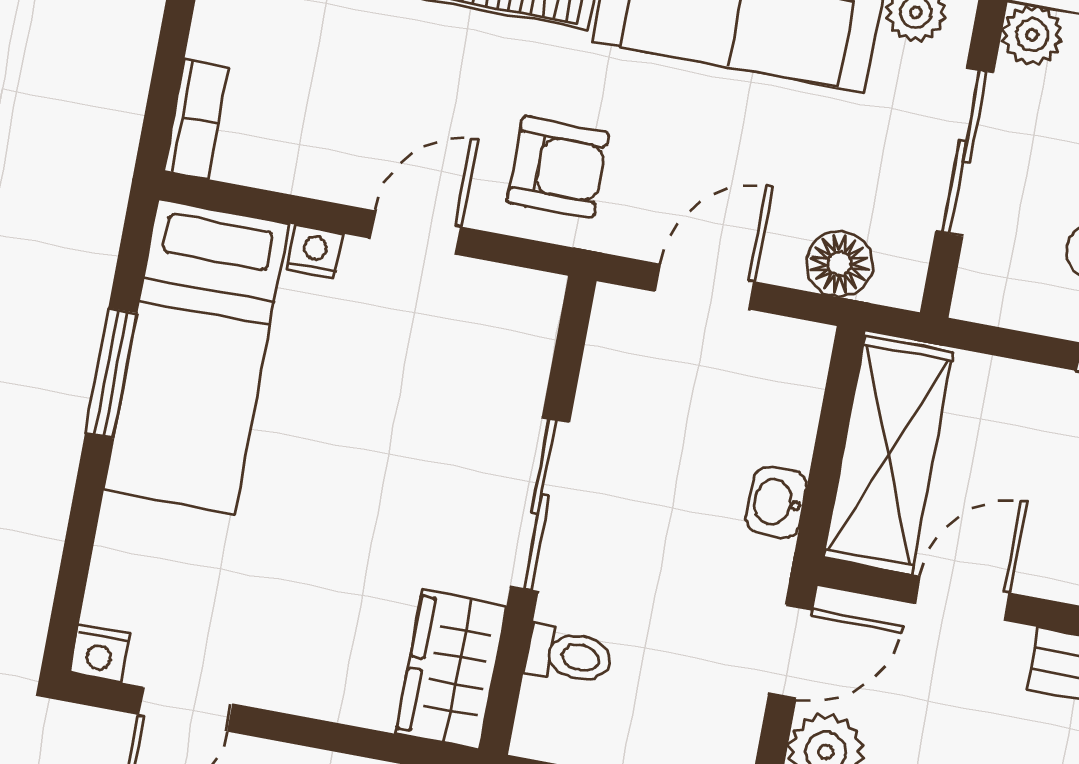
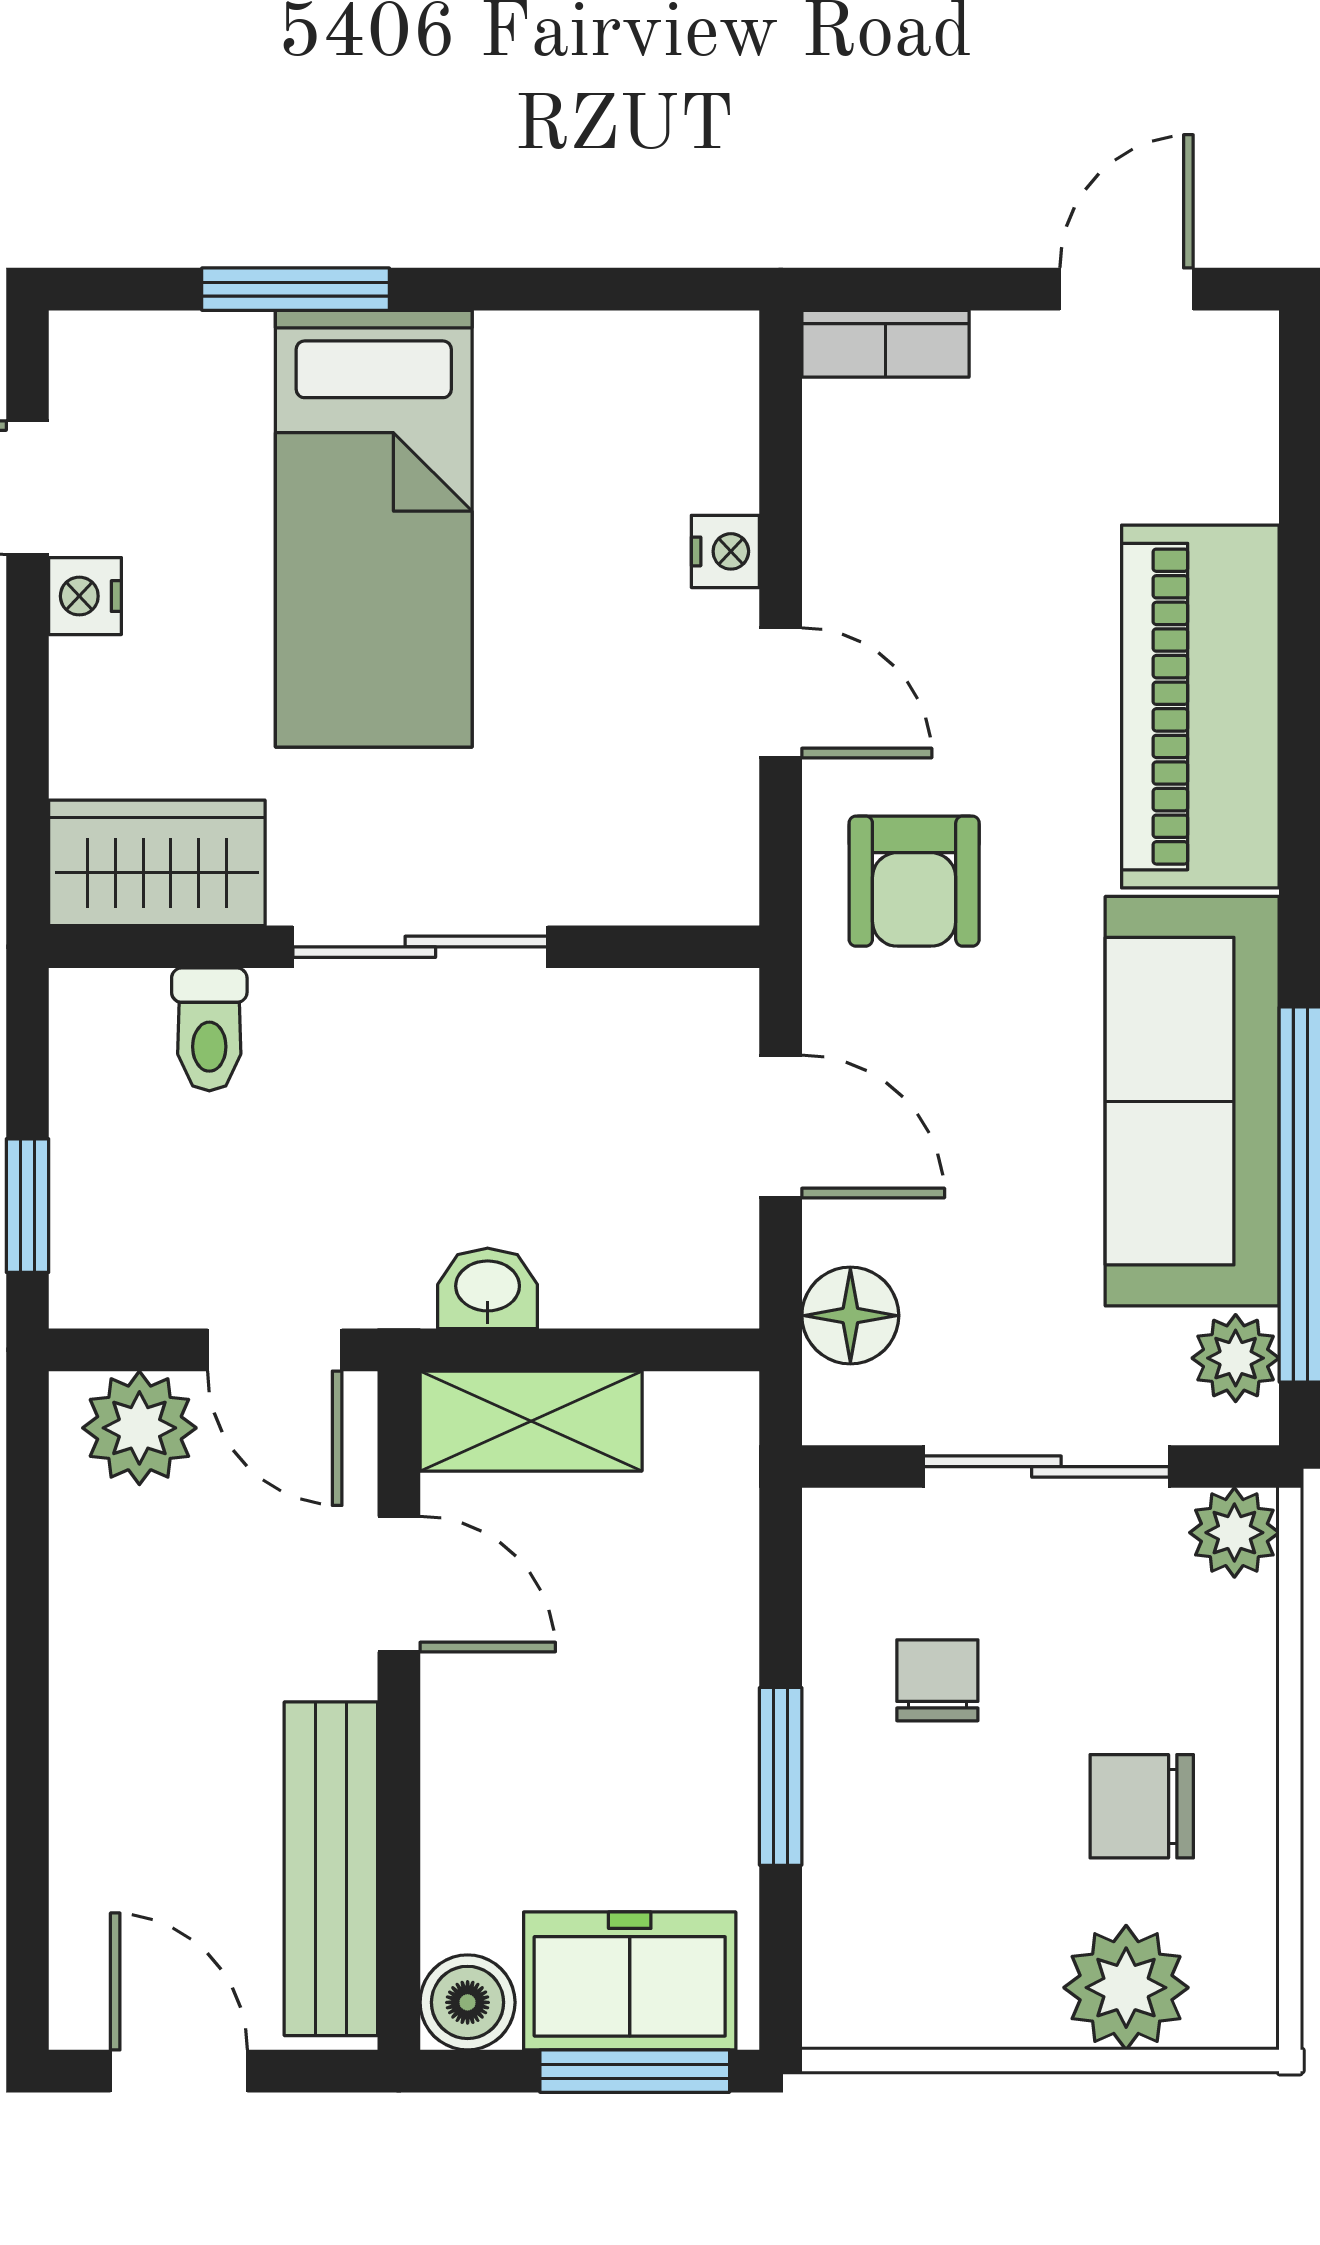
bed: (196, 357) -> (374, 529), moved, turned -90
window: (111, 373) -> (296, 289), moved
shelving: (888, 455) -> (531, 1421), width x0.67, depth x0.75
nightstand: (100, 653) -> (85, 596), moved

